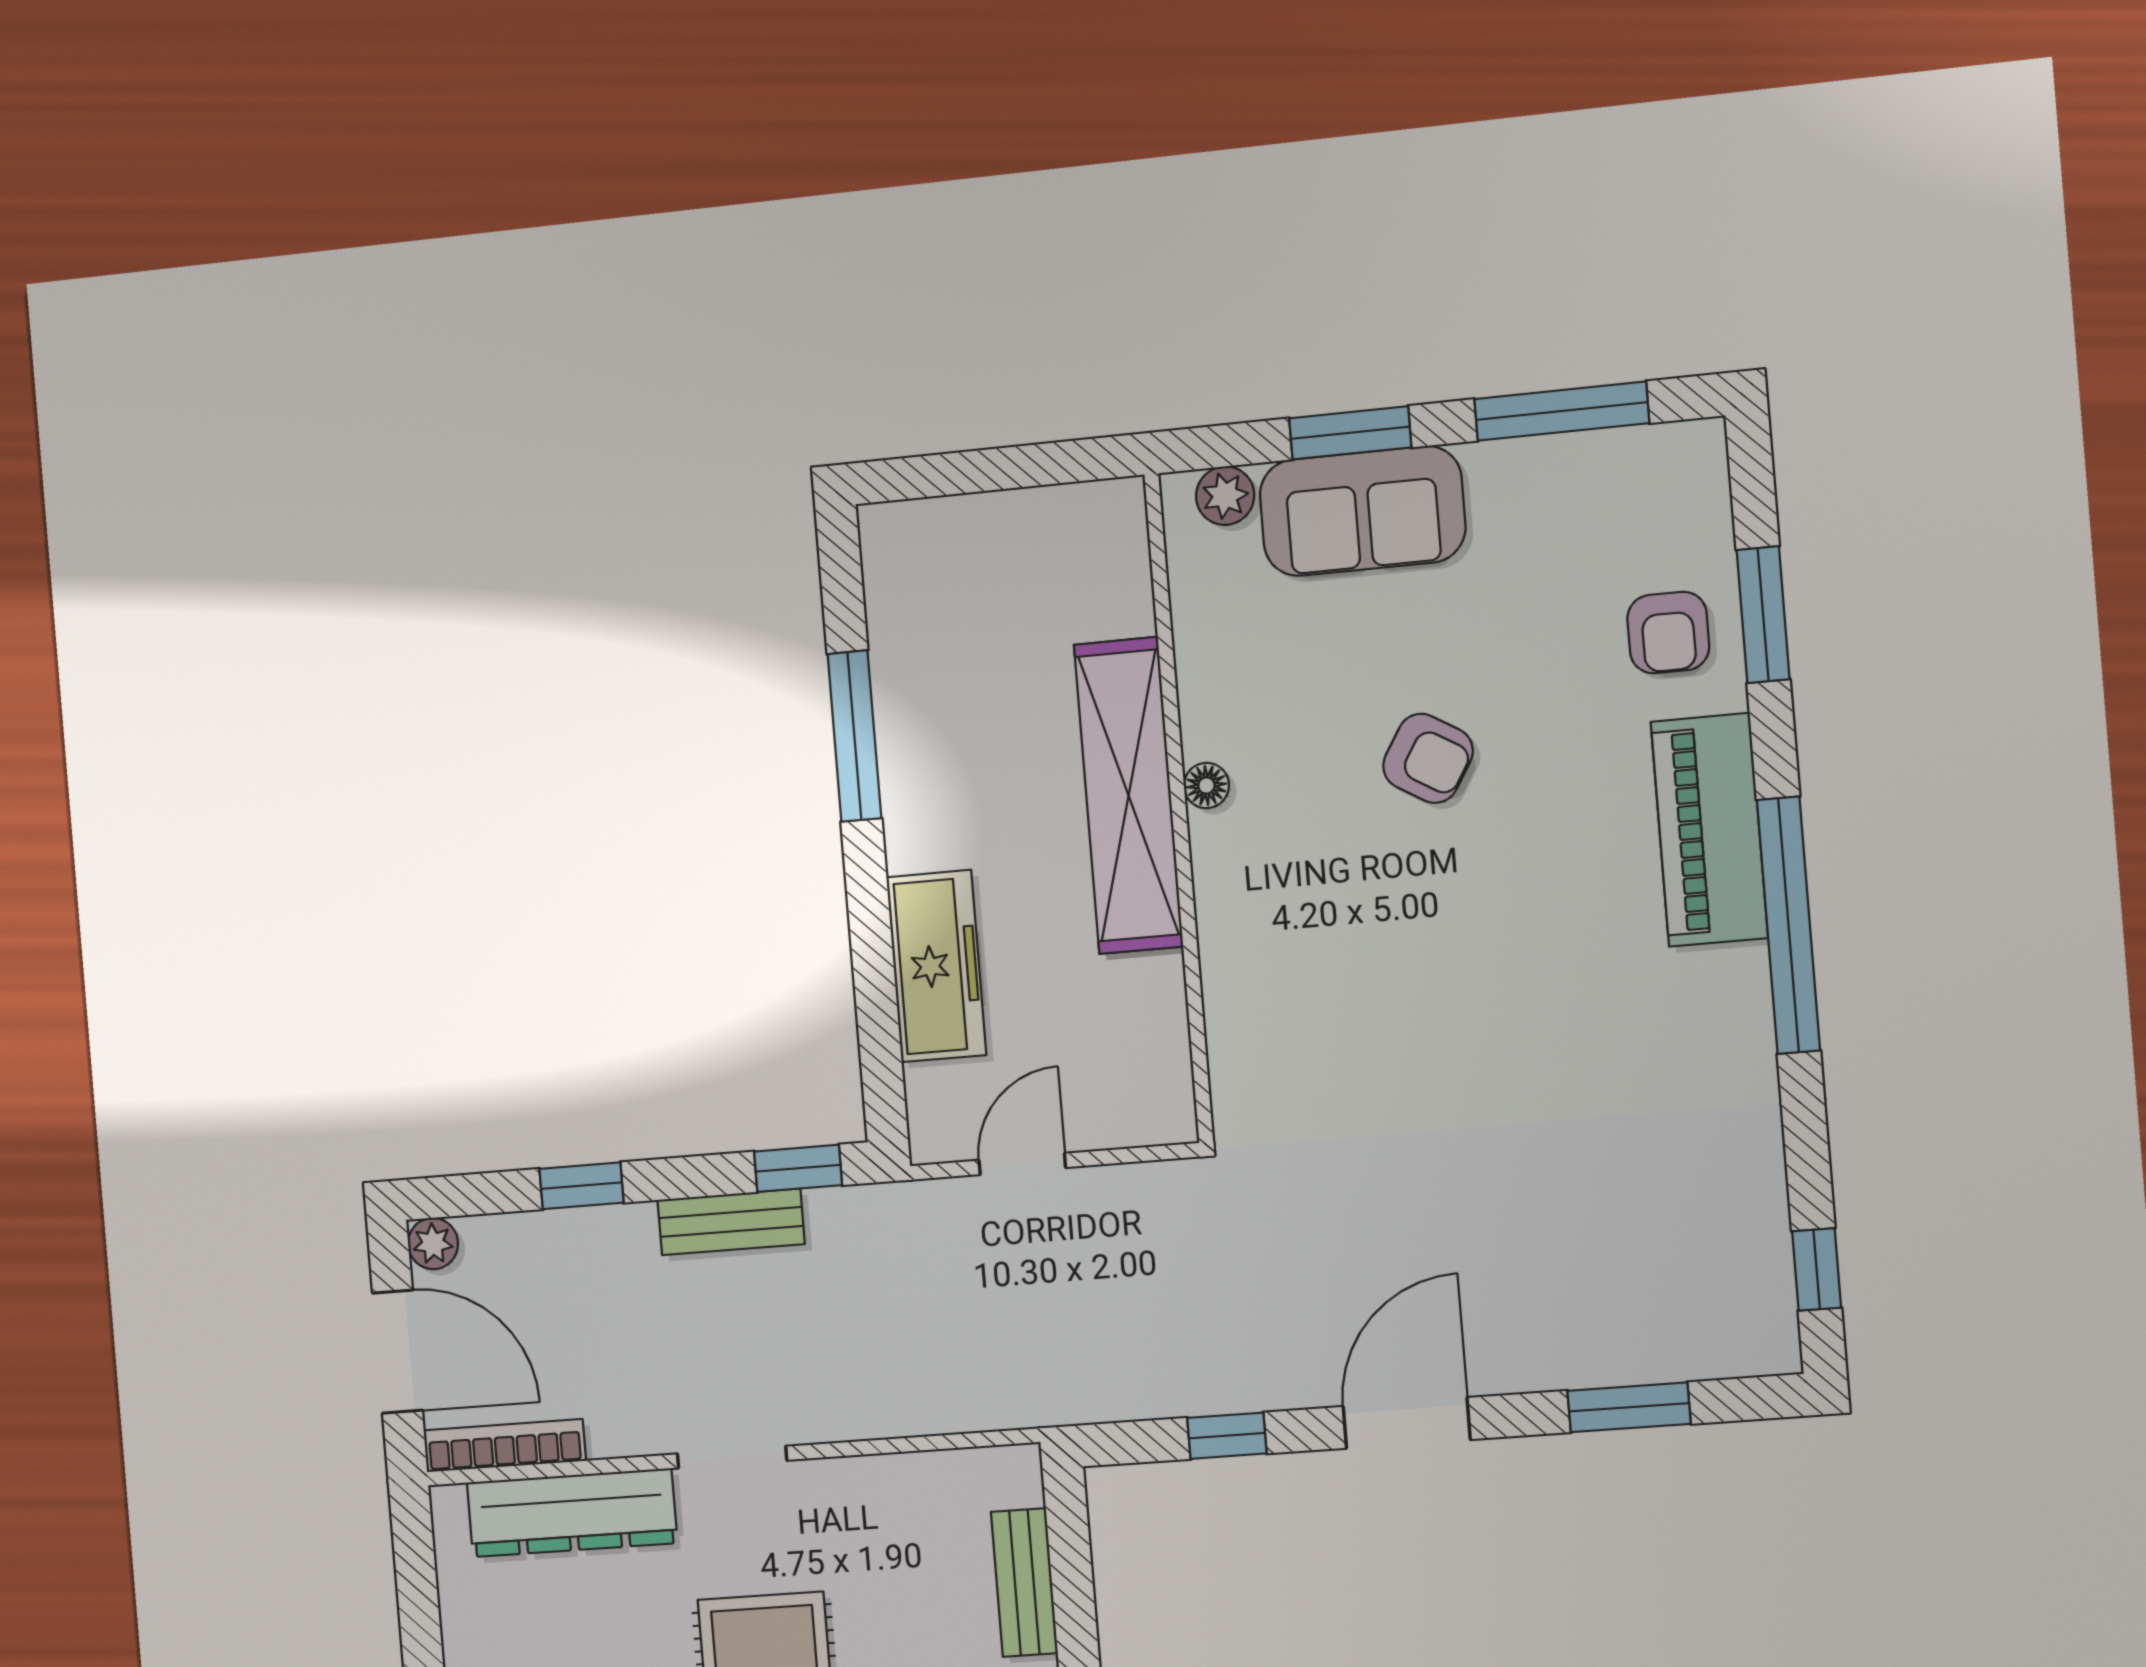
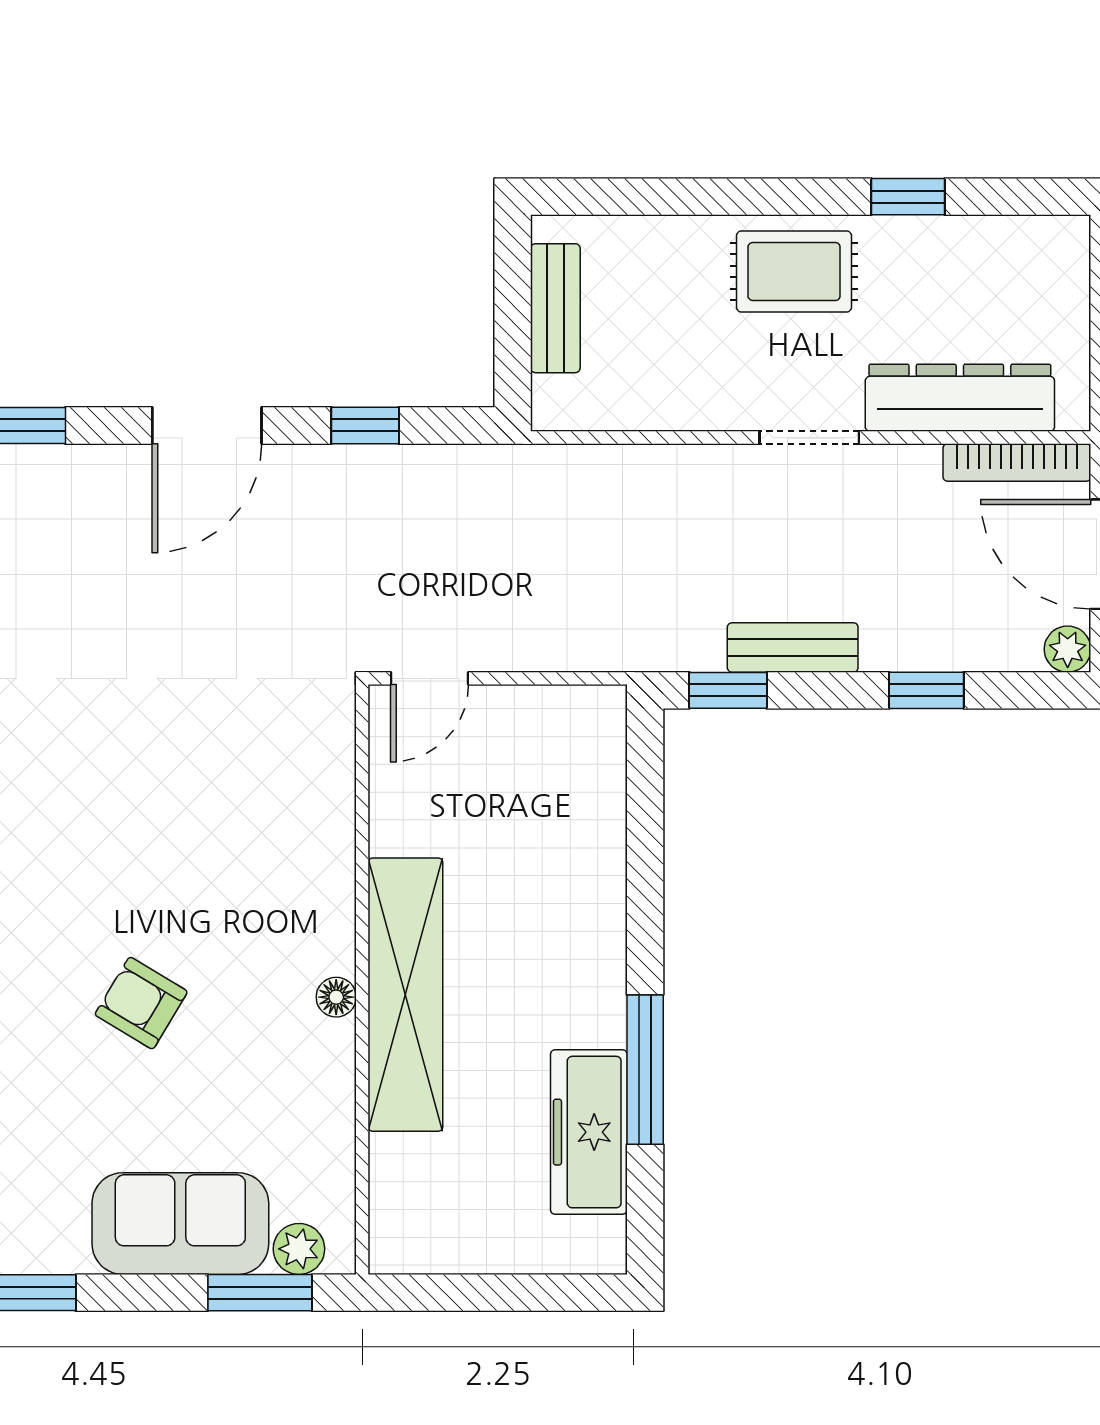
window: (1350, 433) -> (260, 1293), moved
freezer: (936, 966) -> (589, 1132), moved
door: (1022, 1164) -> (430, 678), moved

